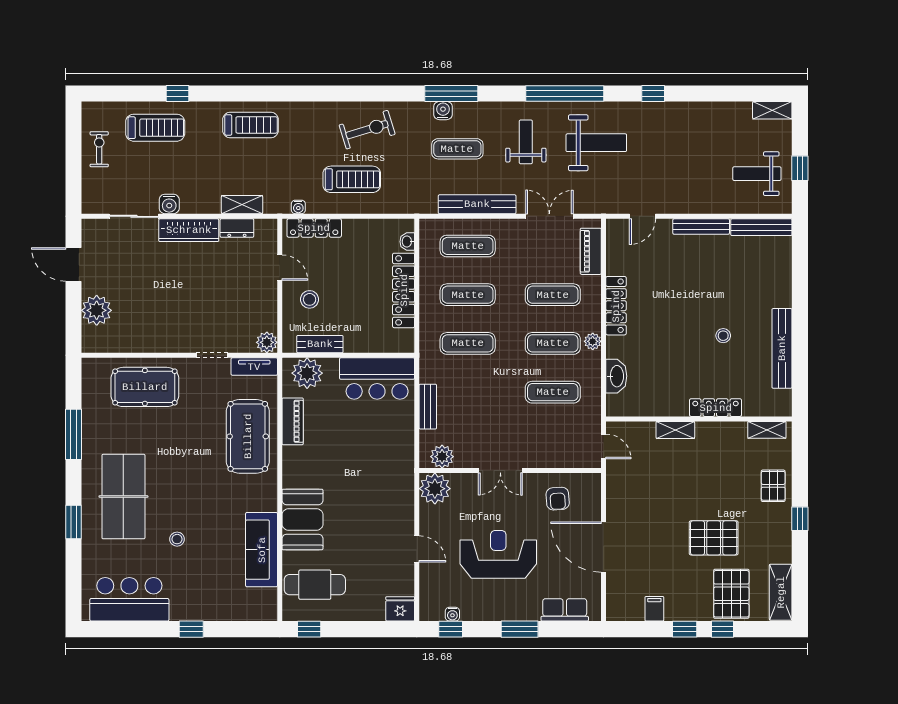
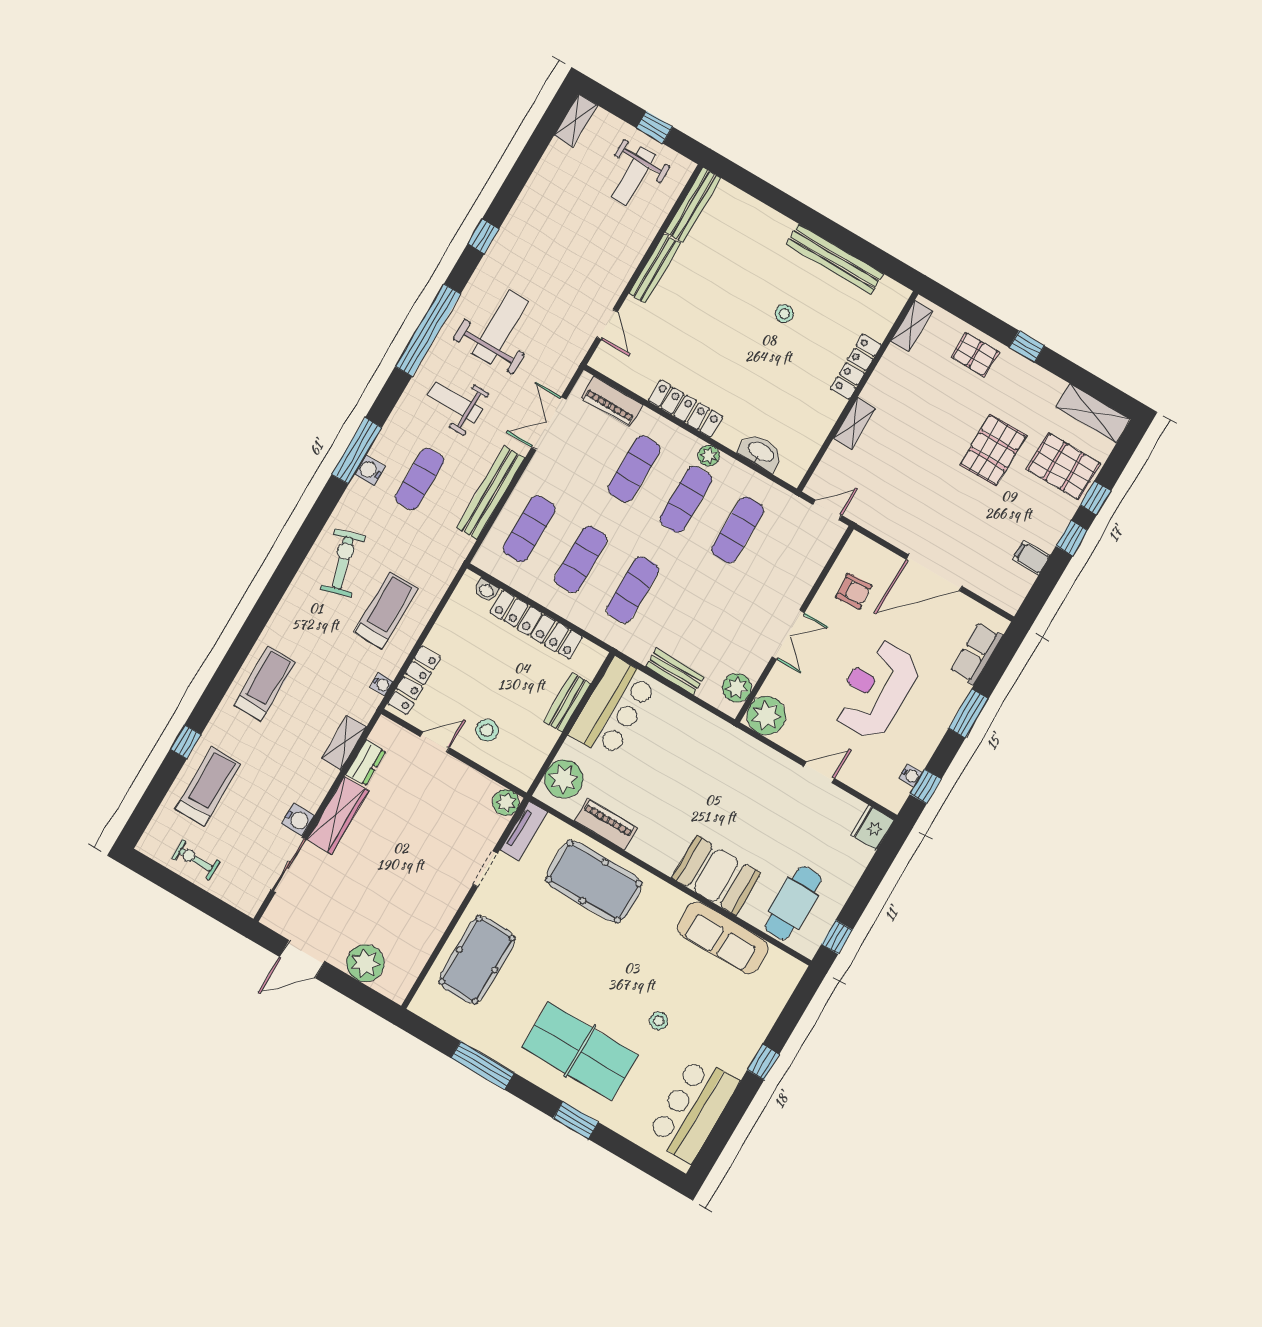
bench: (320, 344) -> (567, 703), moved

